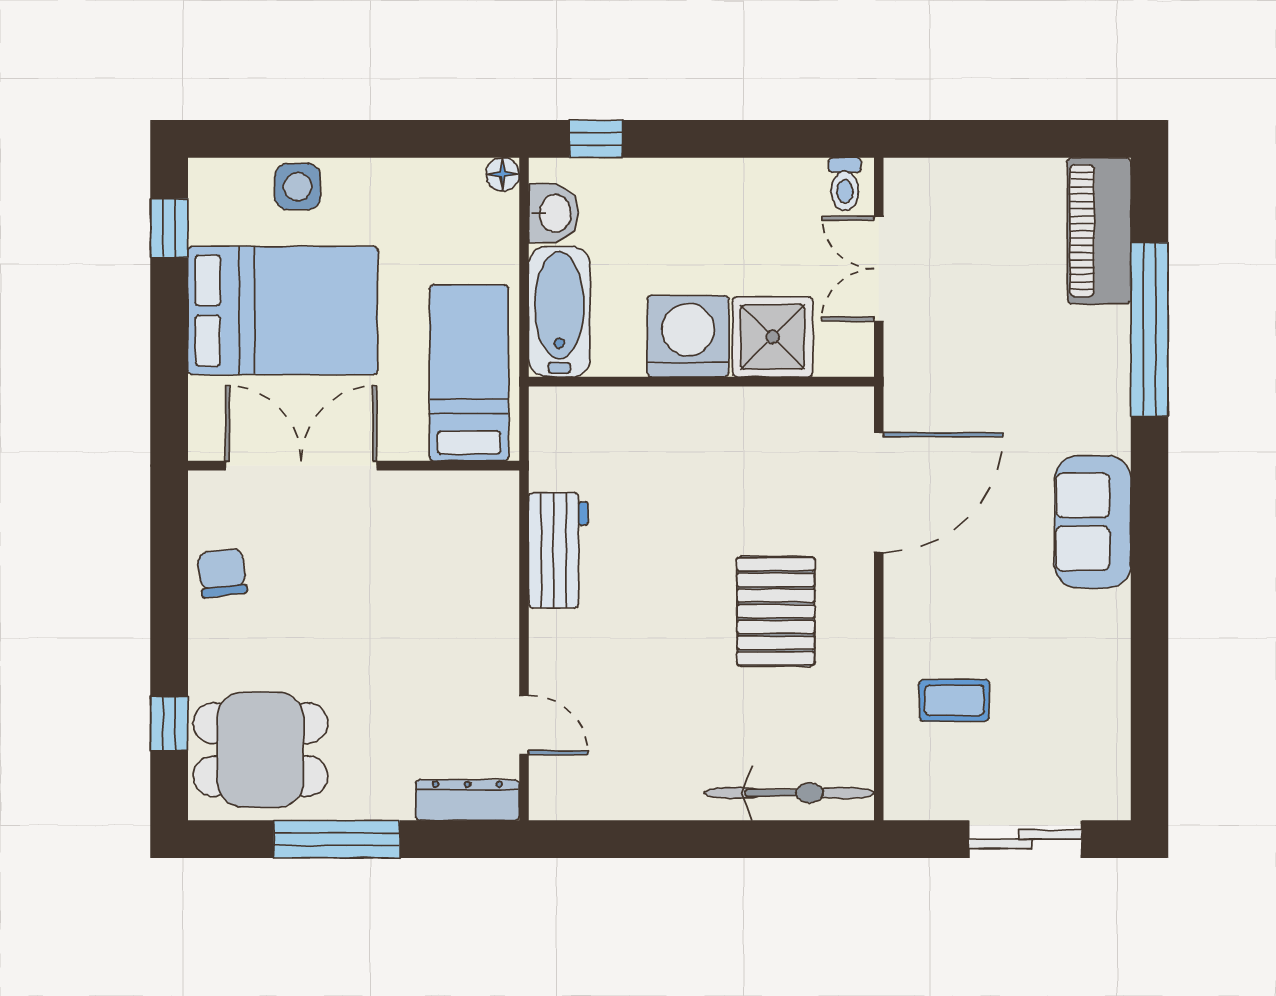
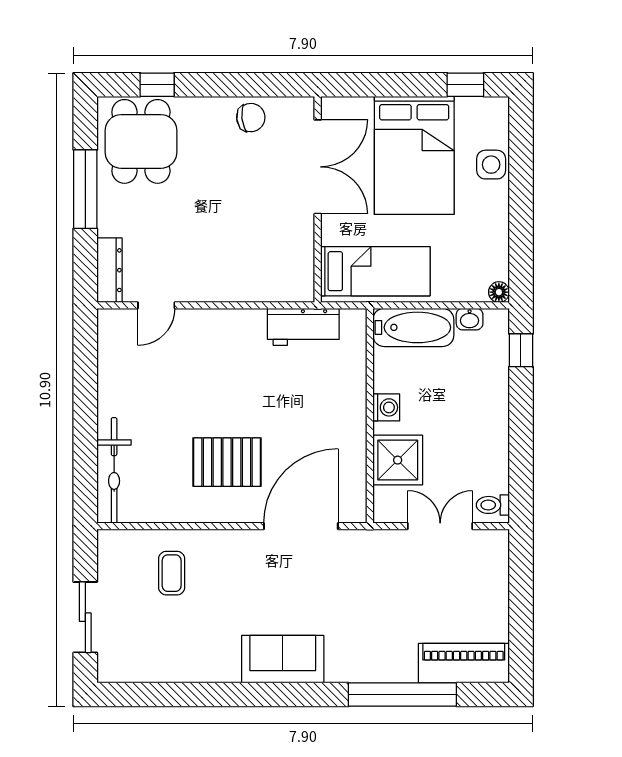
washbasin: (554, 213) -> (470, 319), width x0.72, depth x0.69
washing machine: (688, 336) -> (386, 407), width x0.53, depth x0.53
door: (879, 493) -> (301, 526), swing flipped
workbench: (558, 550) -> (303, 327), moved

